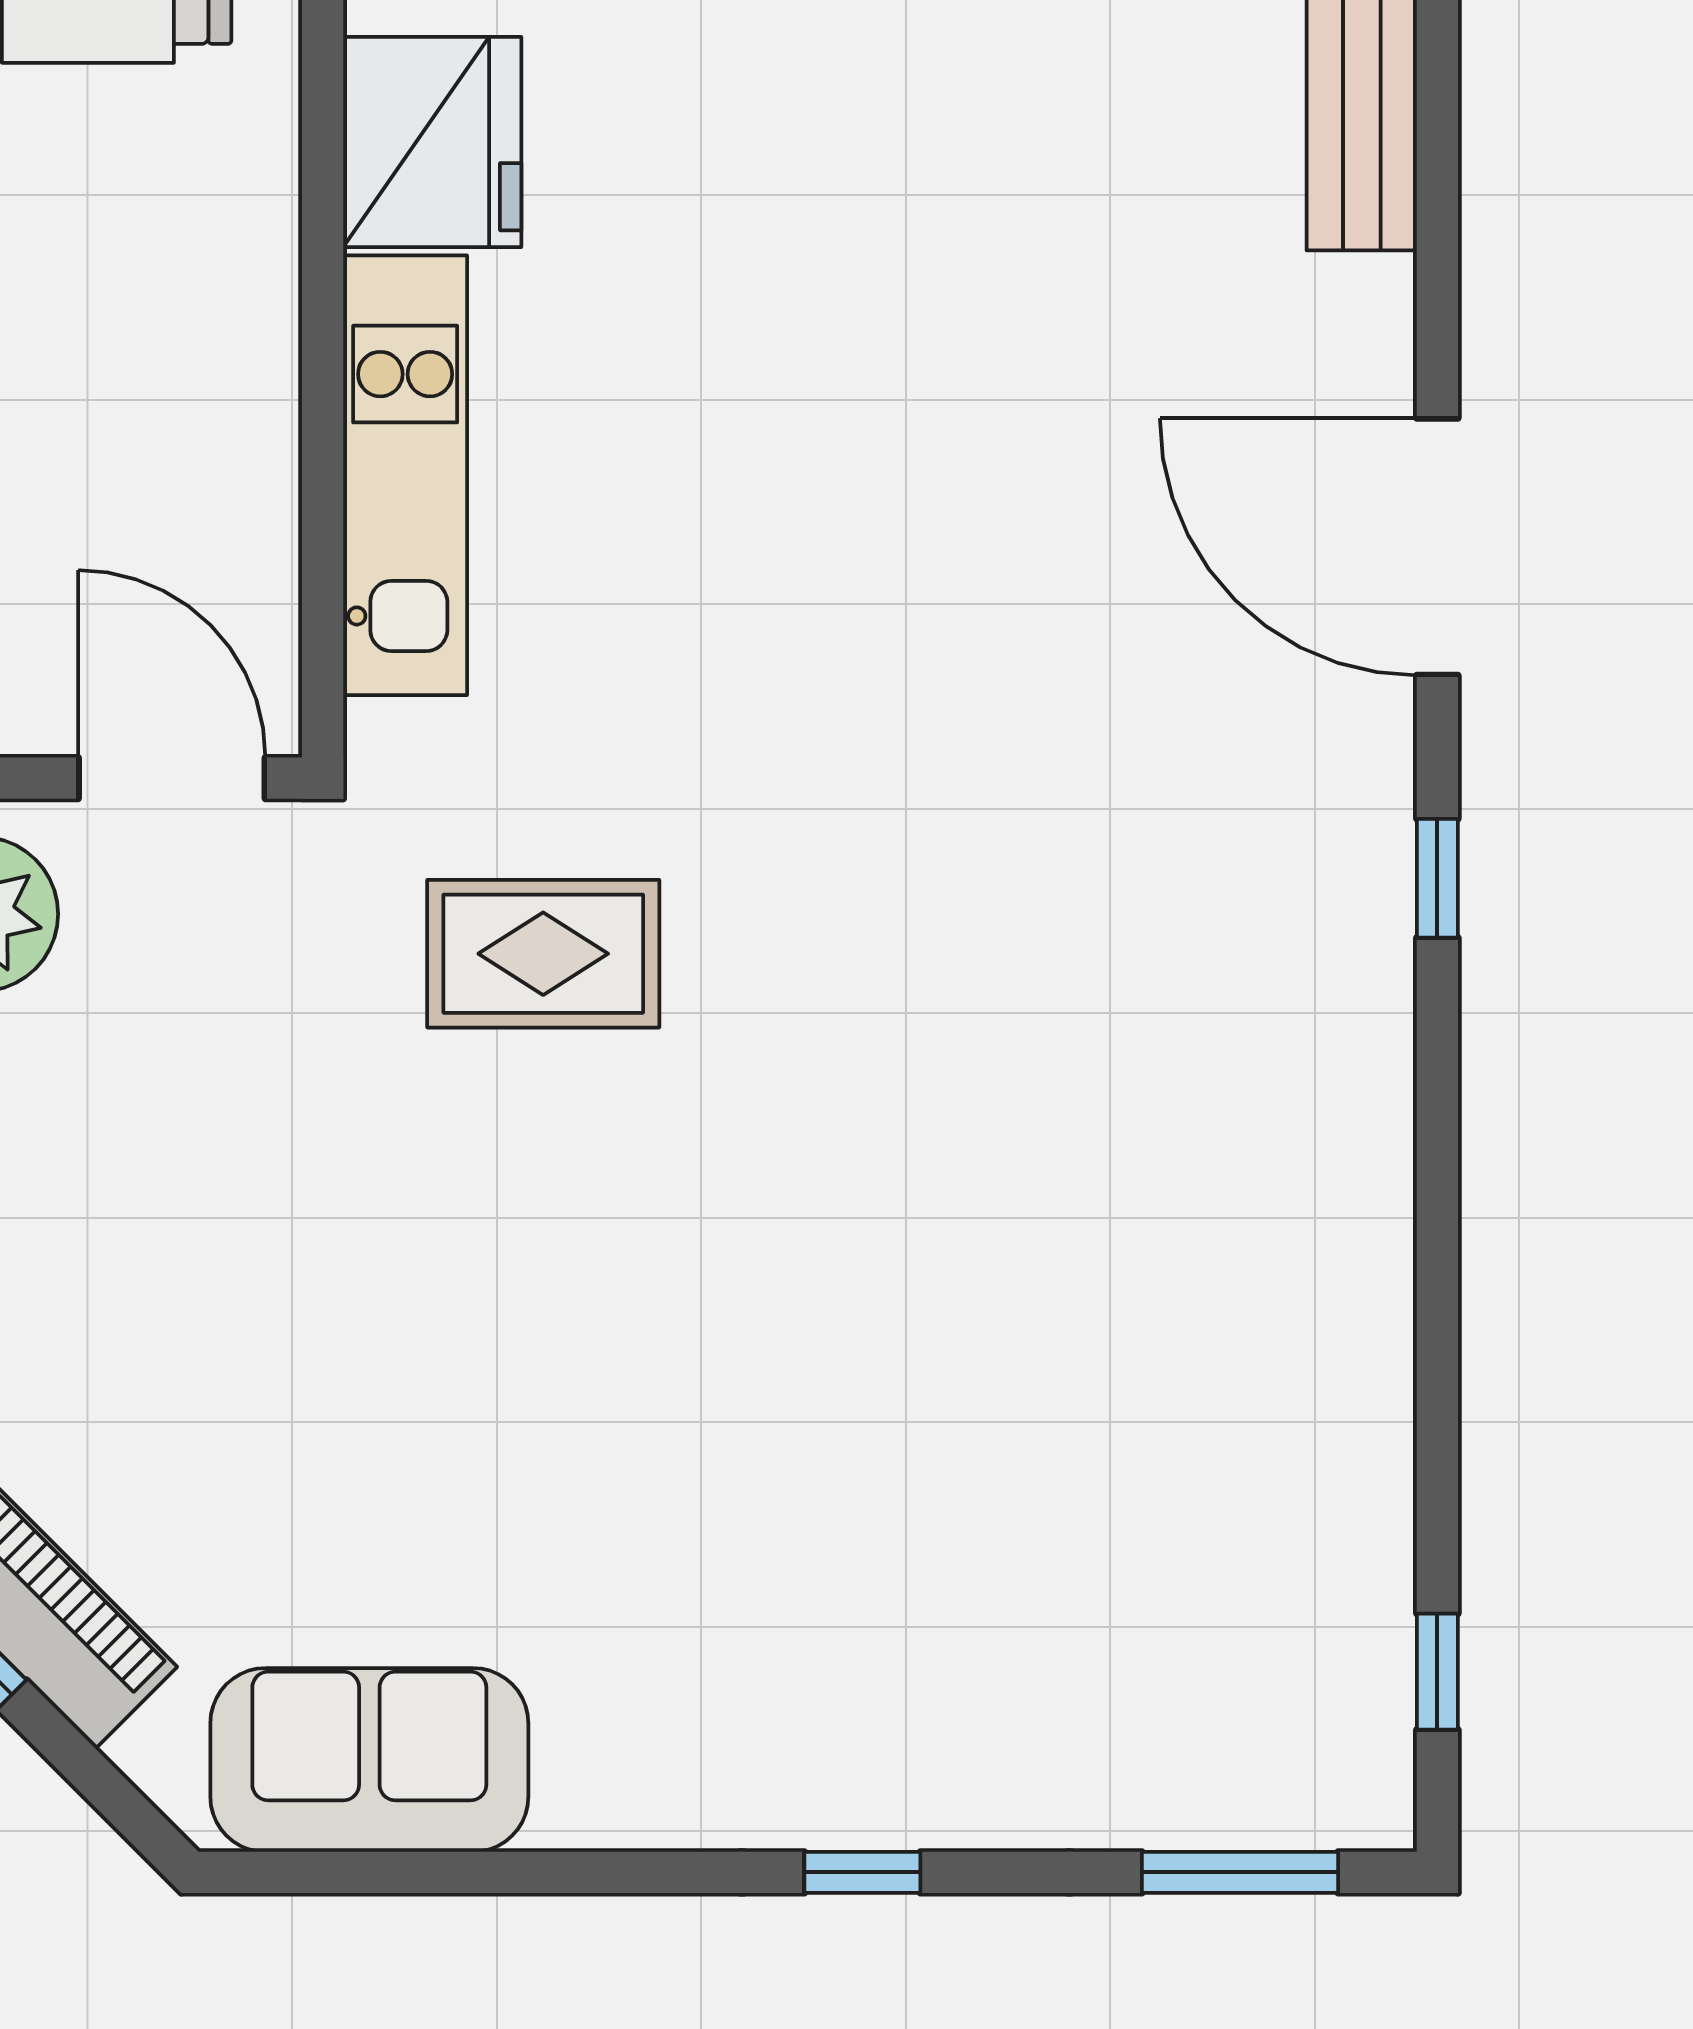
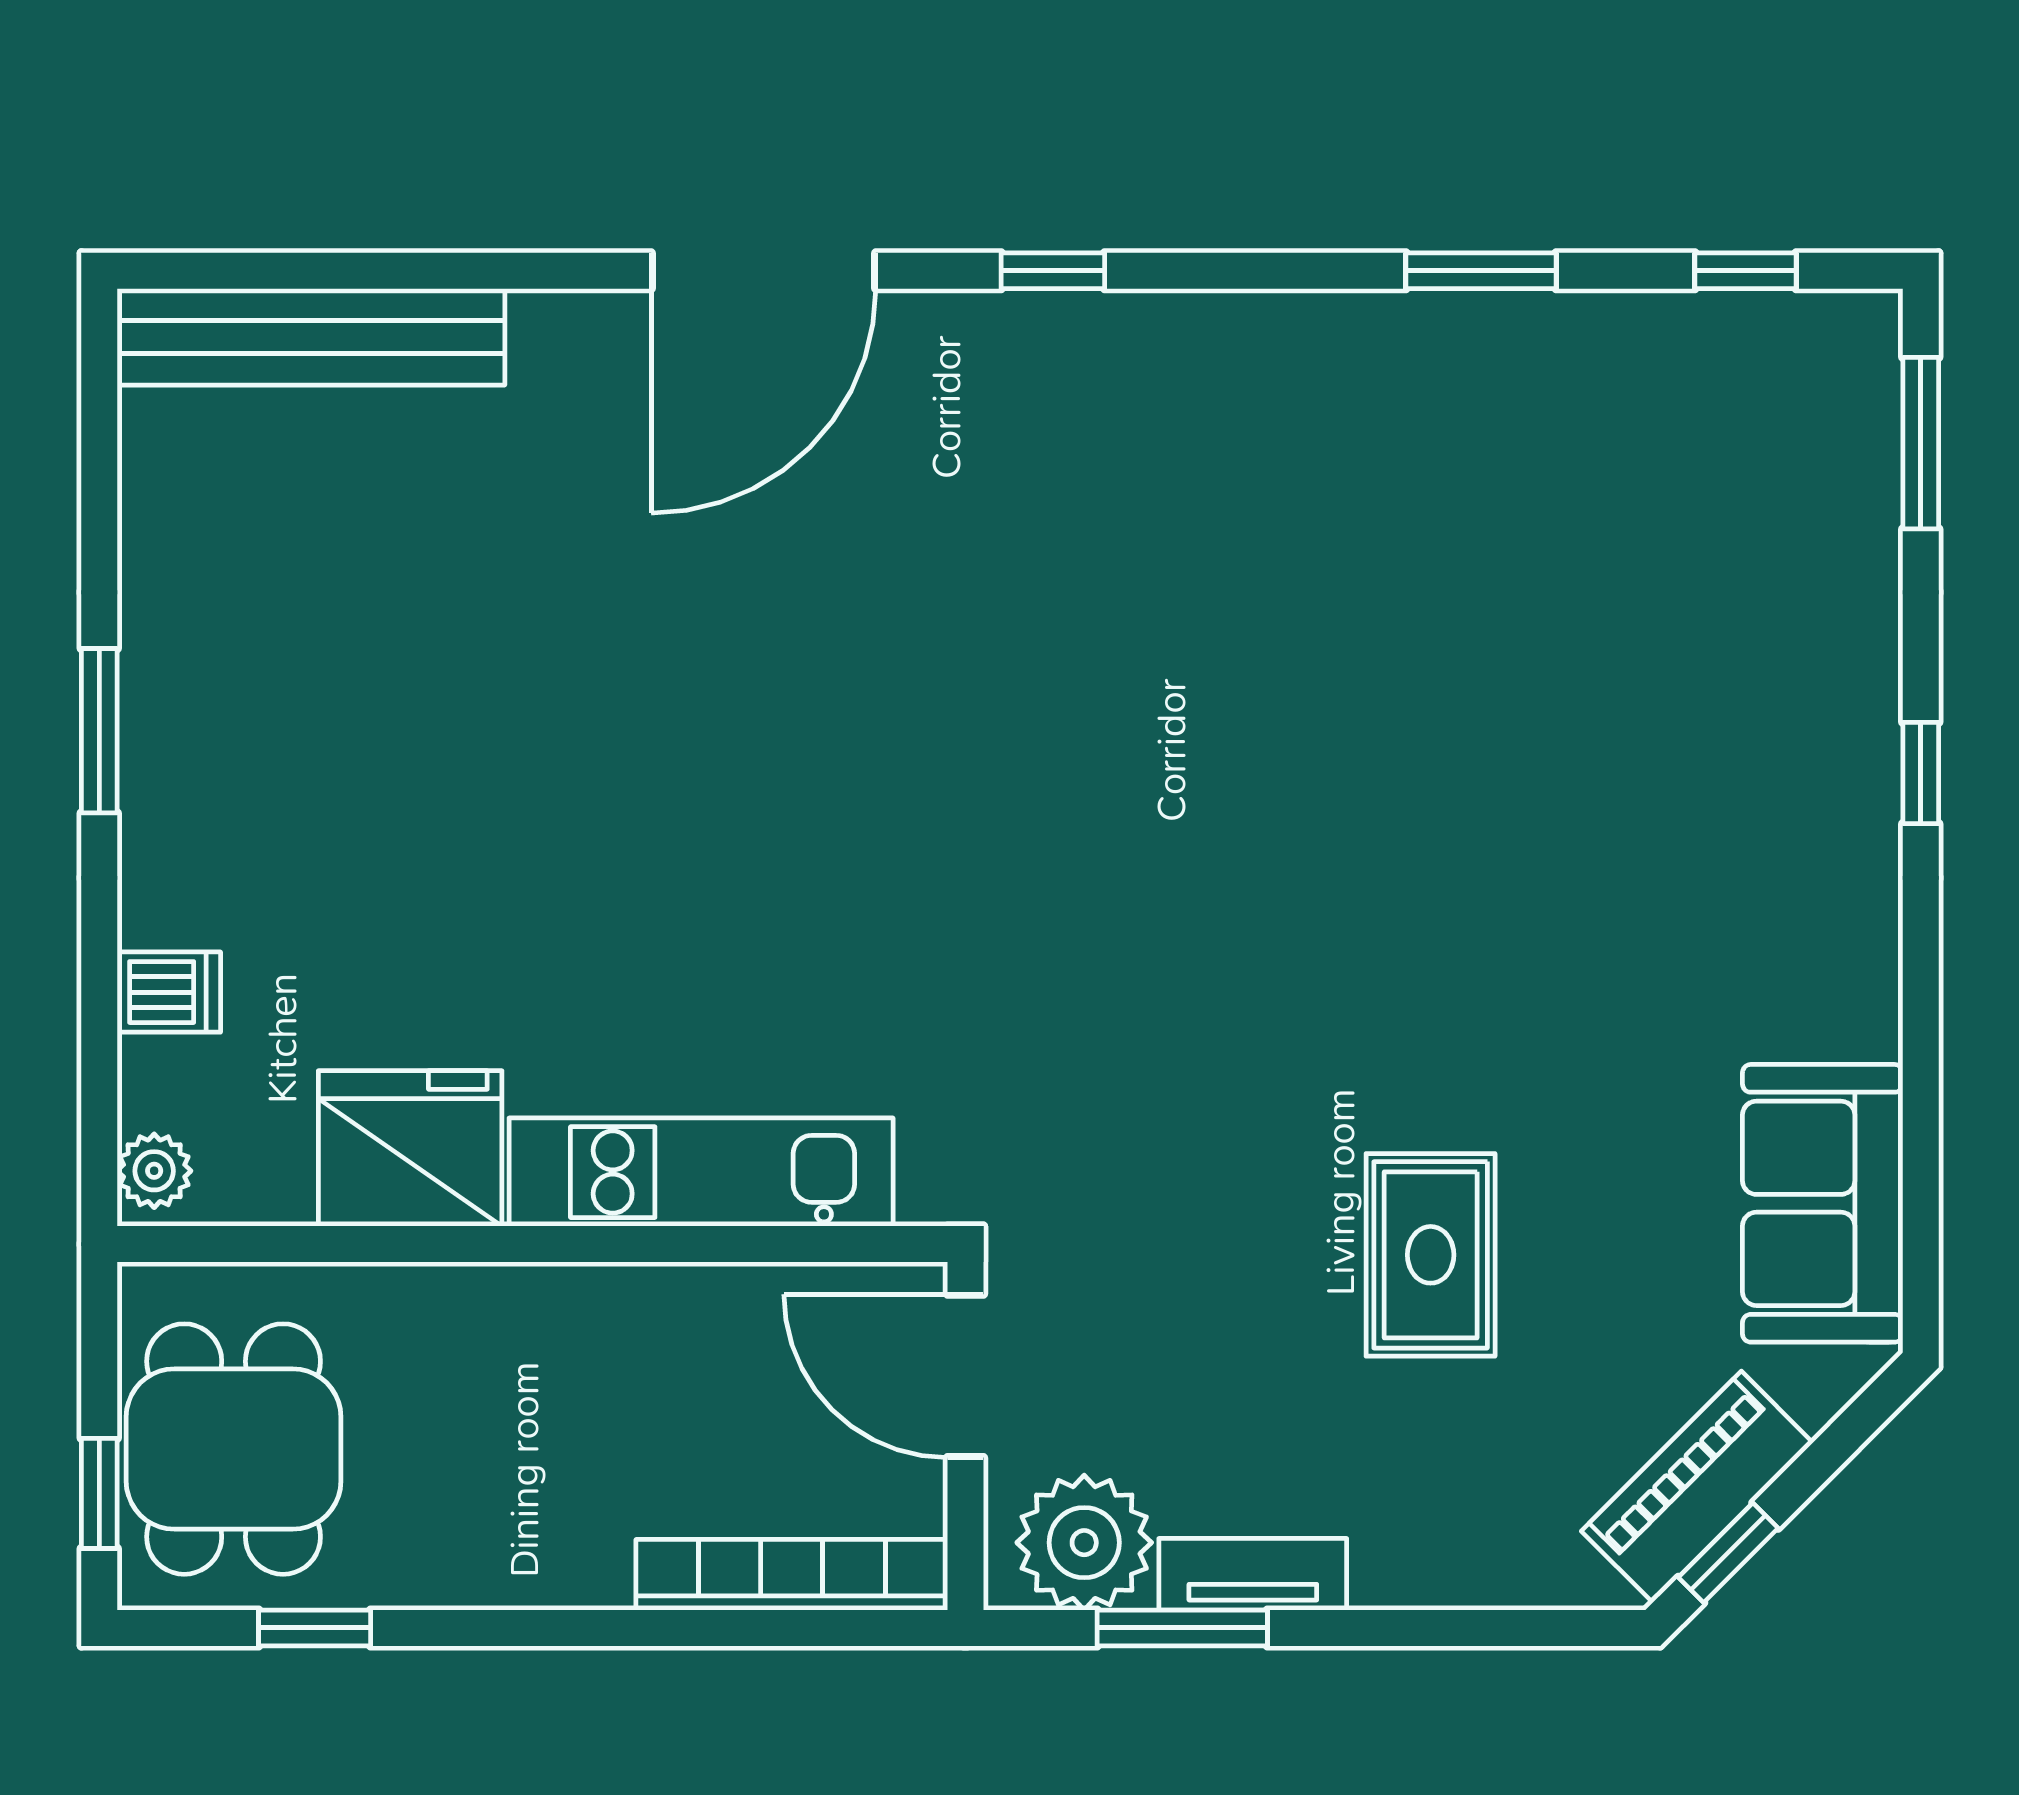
door: (172, 778) -> (965, 1376), hinge flipped
rug: (543, 954) -> (1431, 1255), moved
window: (1437, 1369) -> (1481, 271), added

